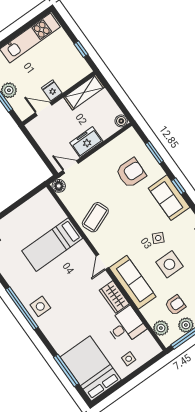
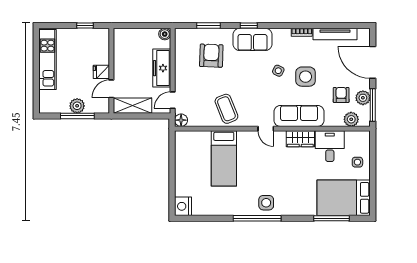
shelving: (84, 92) -> (133, 106), moved, turned 90
freezer: (86, 142) -> (162, 68), width x1.40

